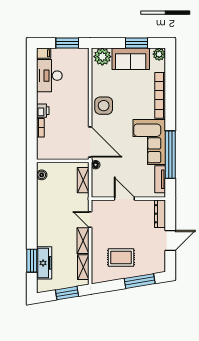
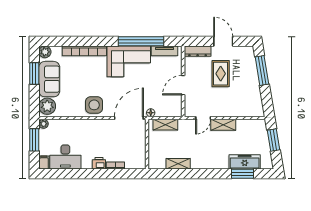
plant: (84, 53) -> (44, 124), added
boiler: (42, 175) -> (160, 164), removed
rug: (121, 258) -> (221, 74), moved
shelving: (83, 267) -> (178, 164), moved

